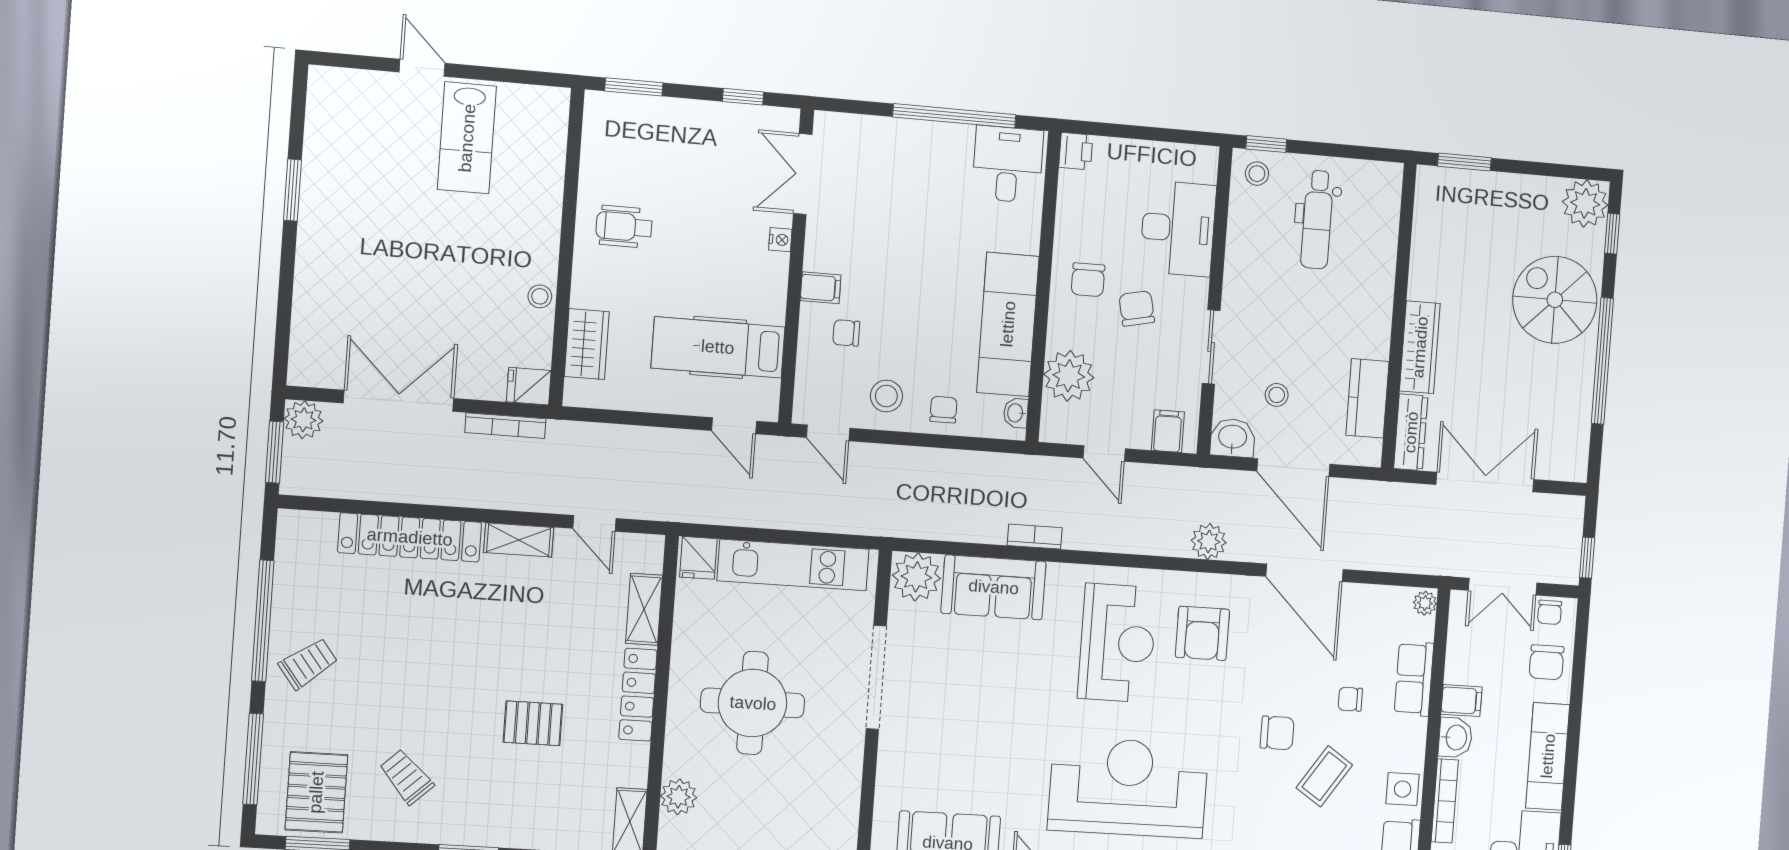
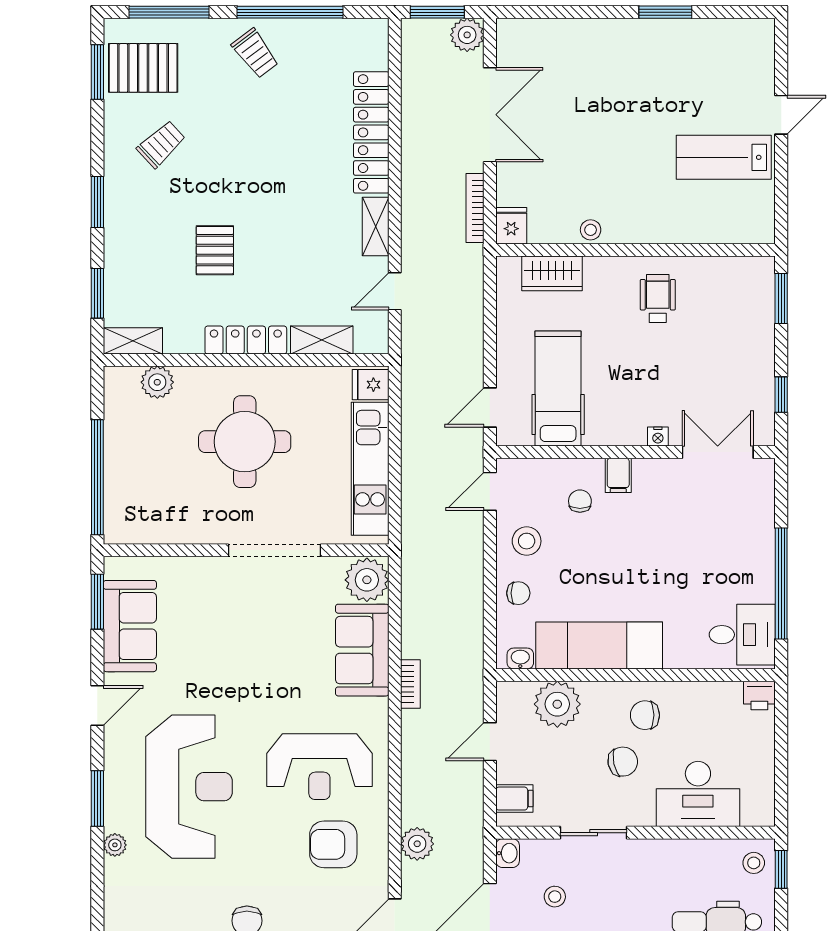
washbasin: (1233, 438) -> (508, 853), width x0.72, depth x0.69

